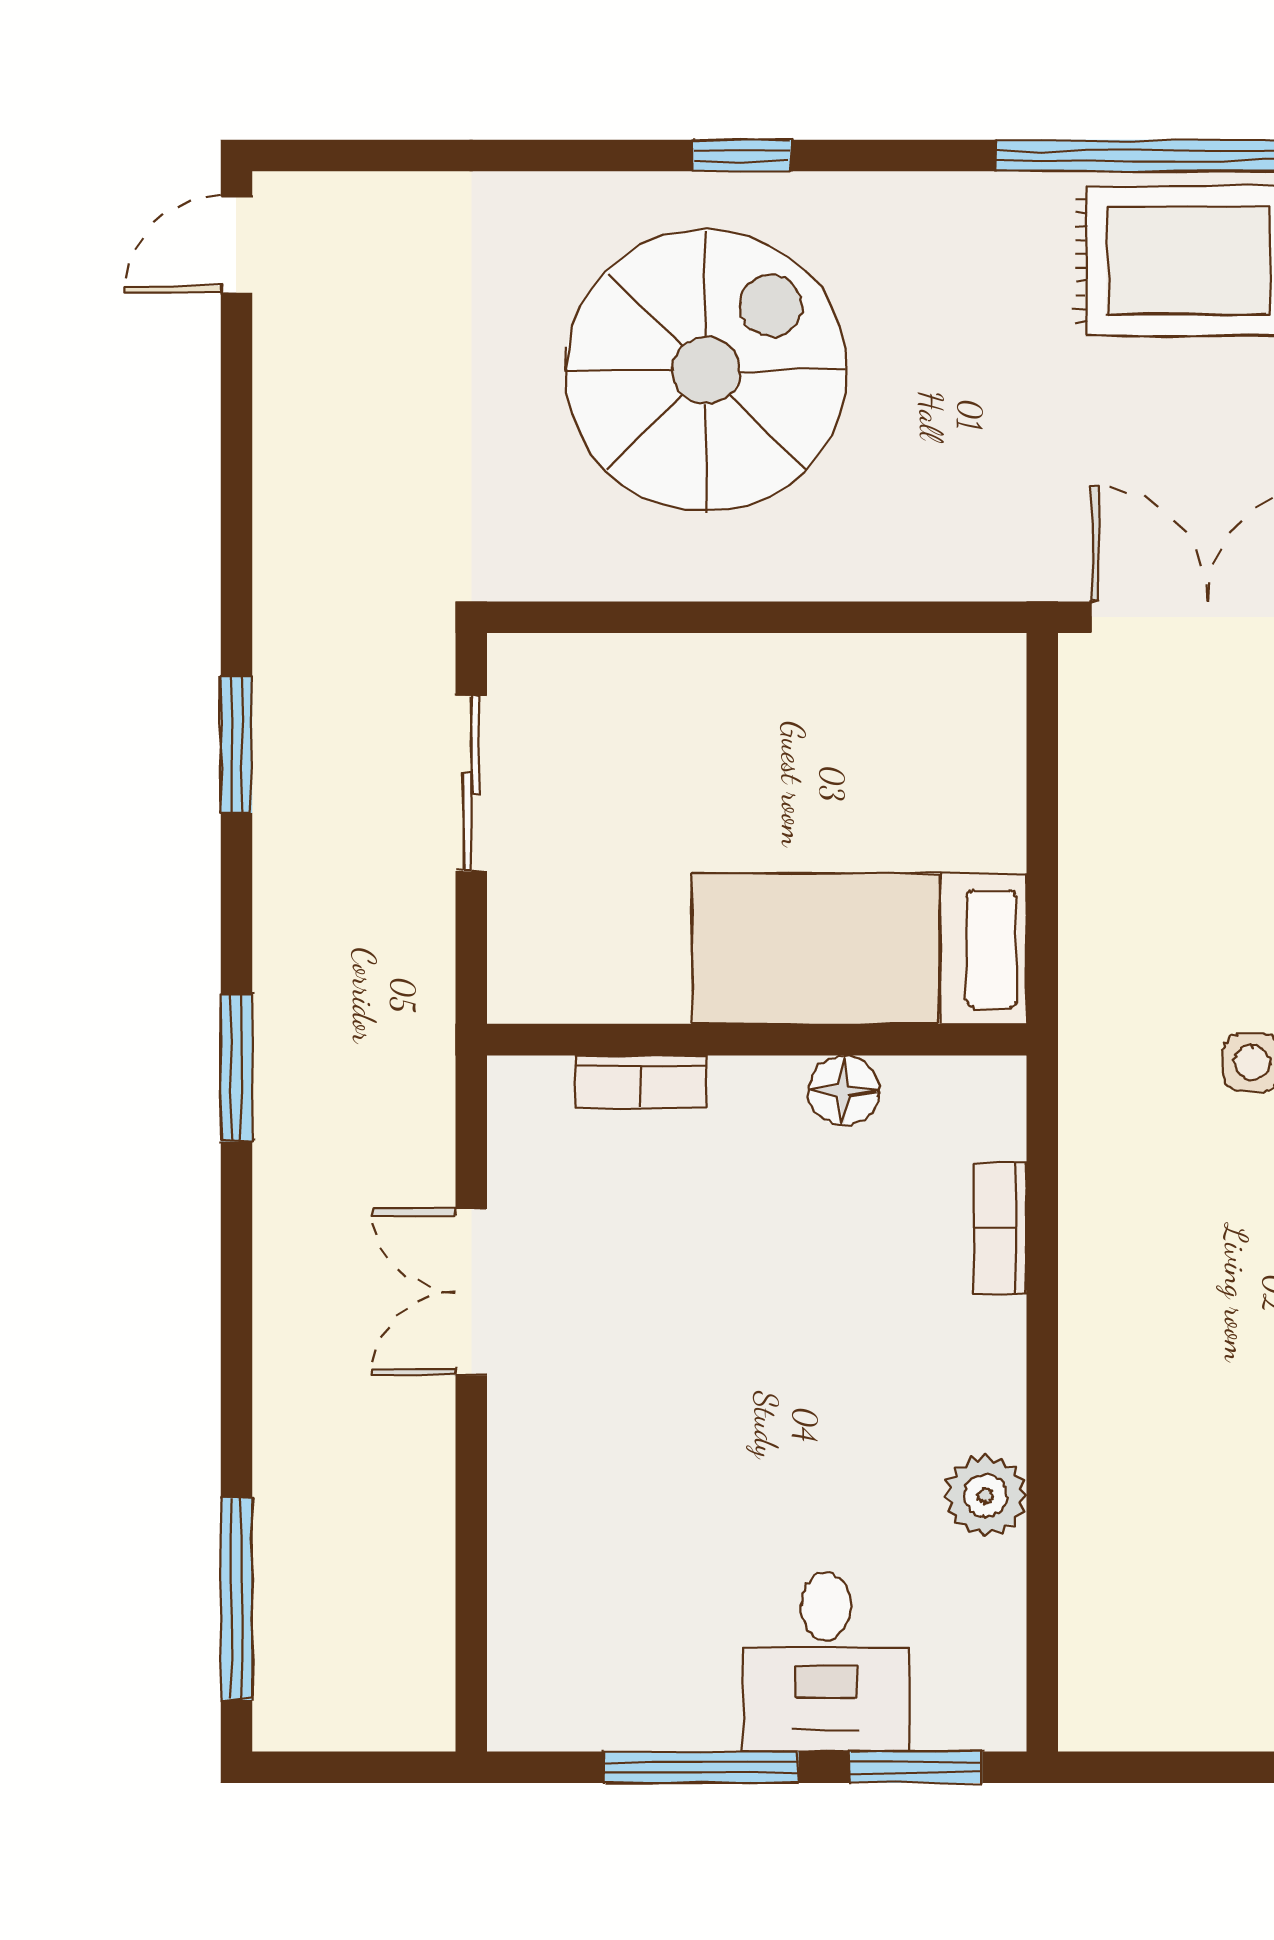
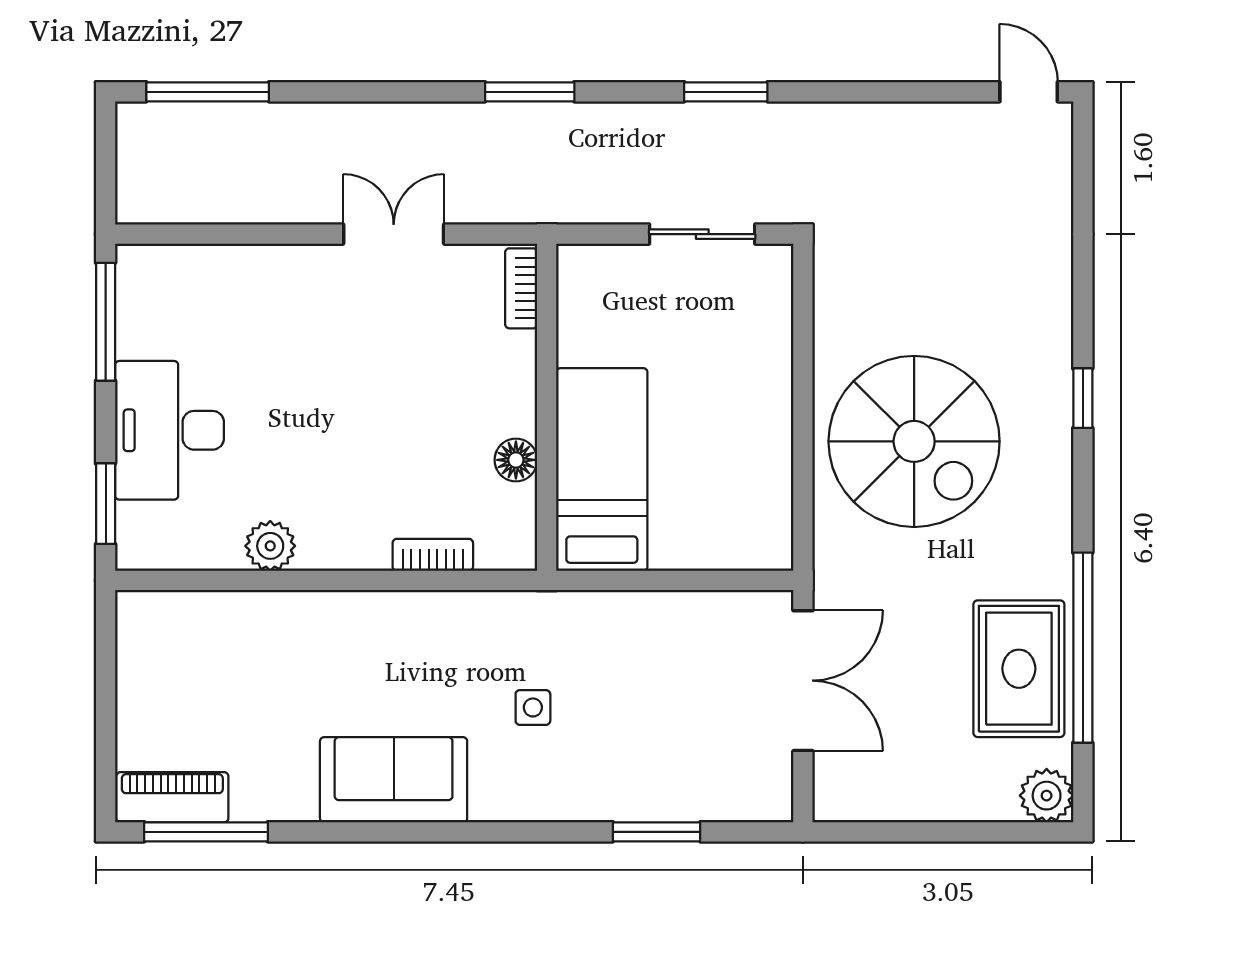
spiral stairs: (706, 371) -> (914, 441), moved
bookcase: (641, 1082) -> (521, 288), moved
desk: (826, 1662) -> (170, 430), width x1.37
window: (701, 1767) -> (106, 322), moved

